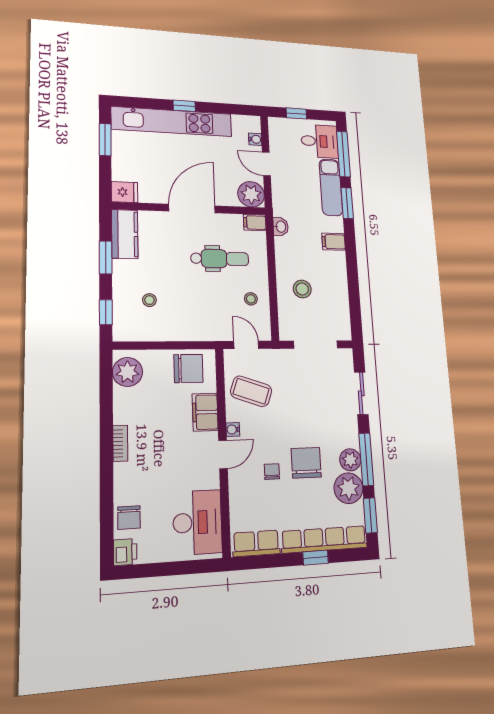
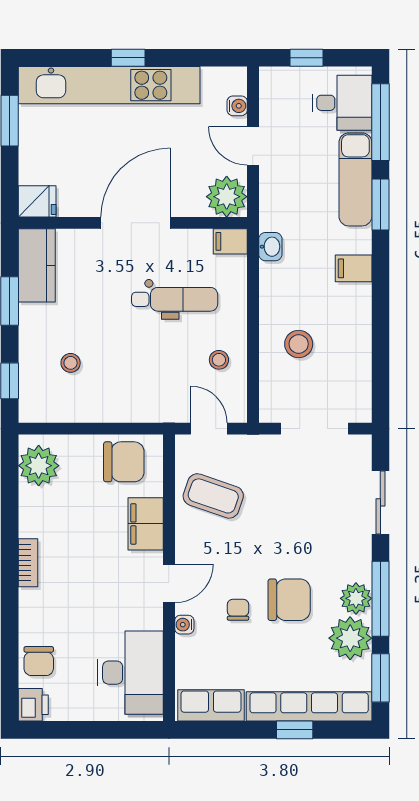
water cooler: (233, 429) -> (184, 625), moved
chair: (306, 463) -> (289, 600), turned 90

